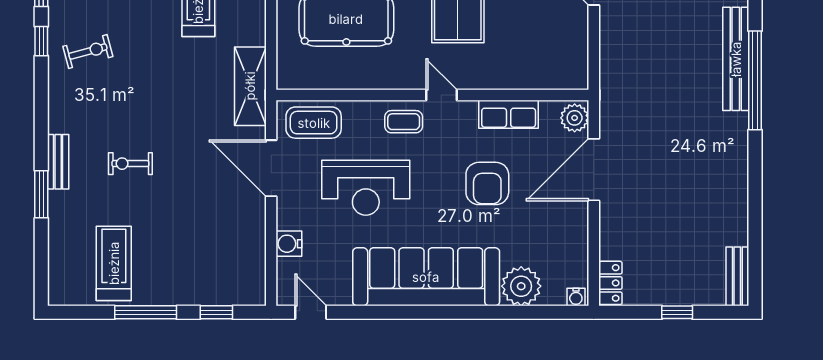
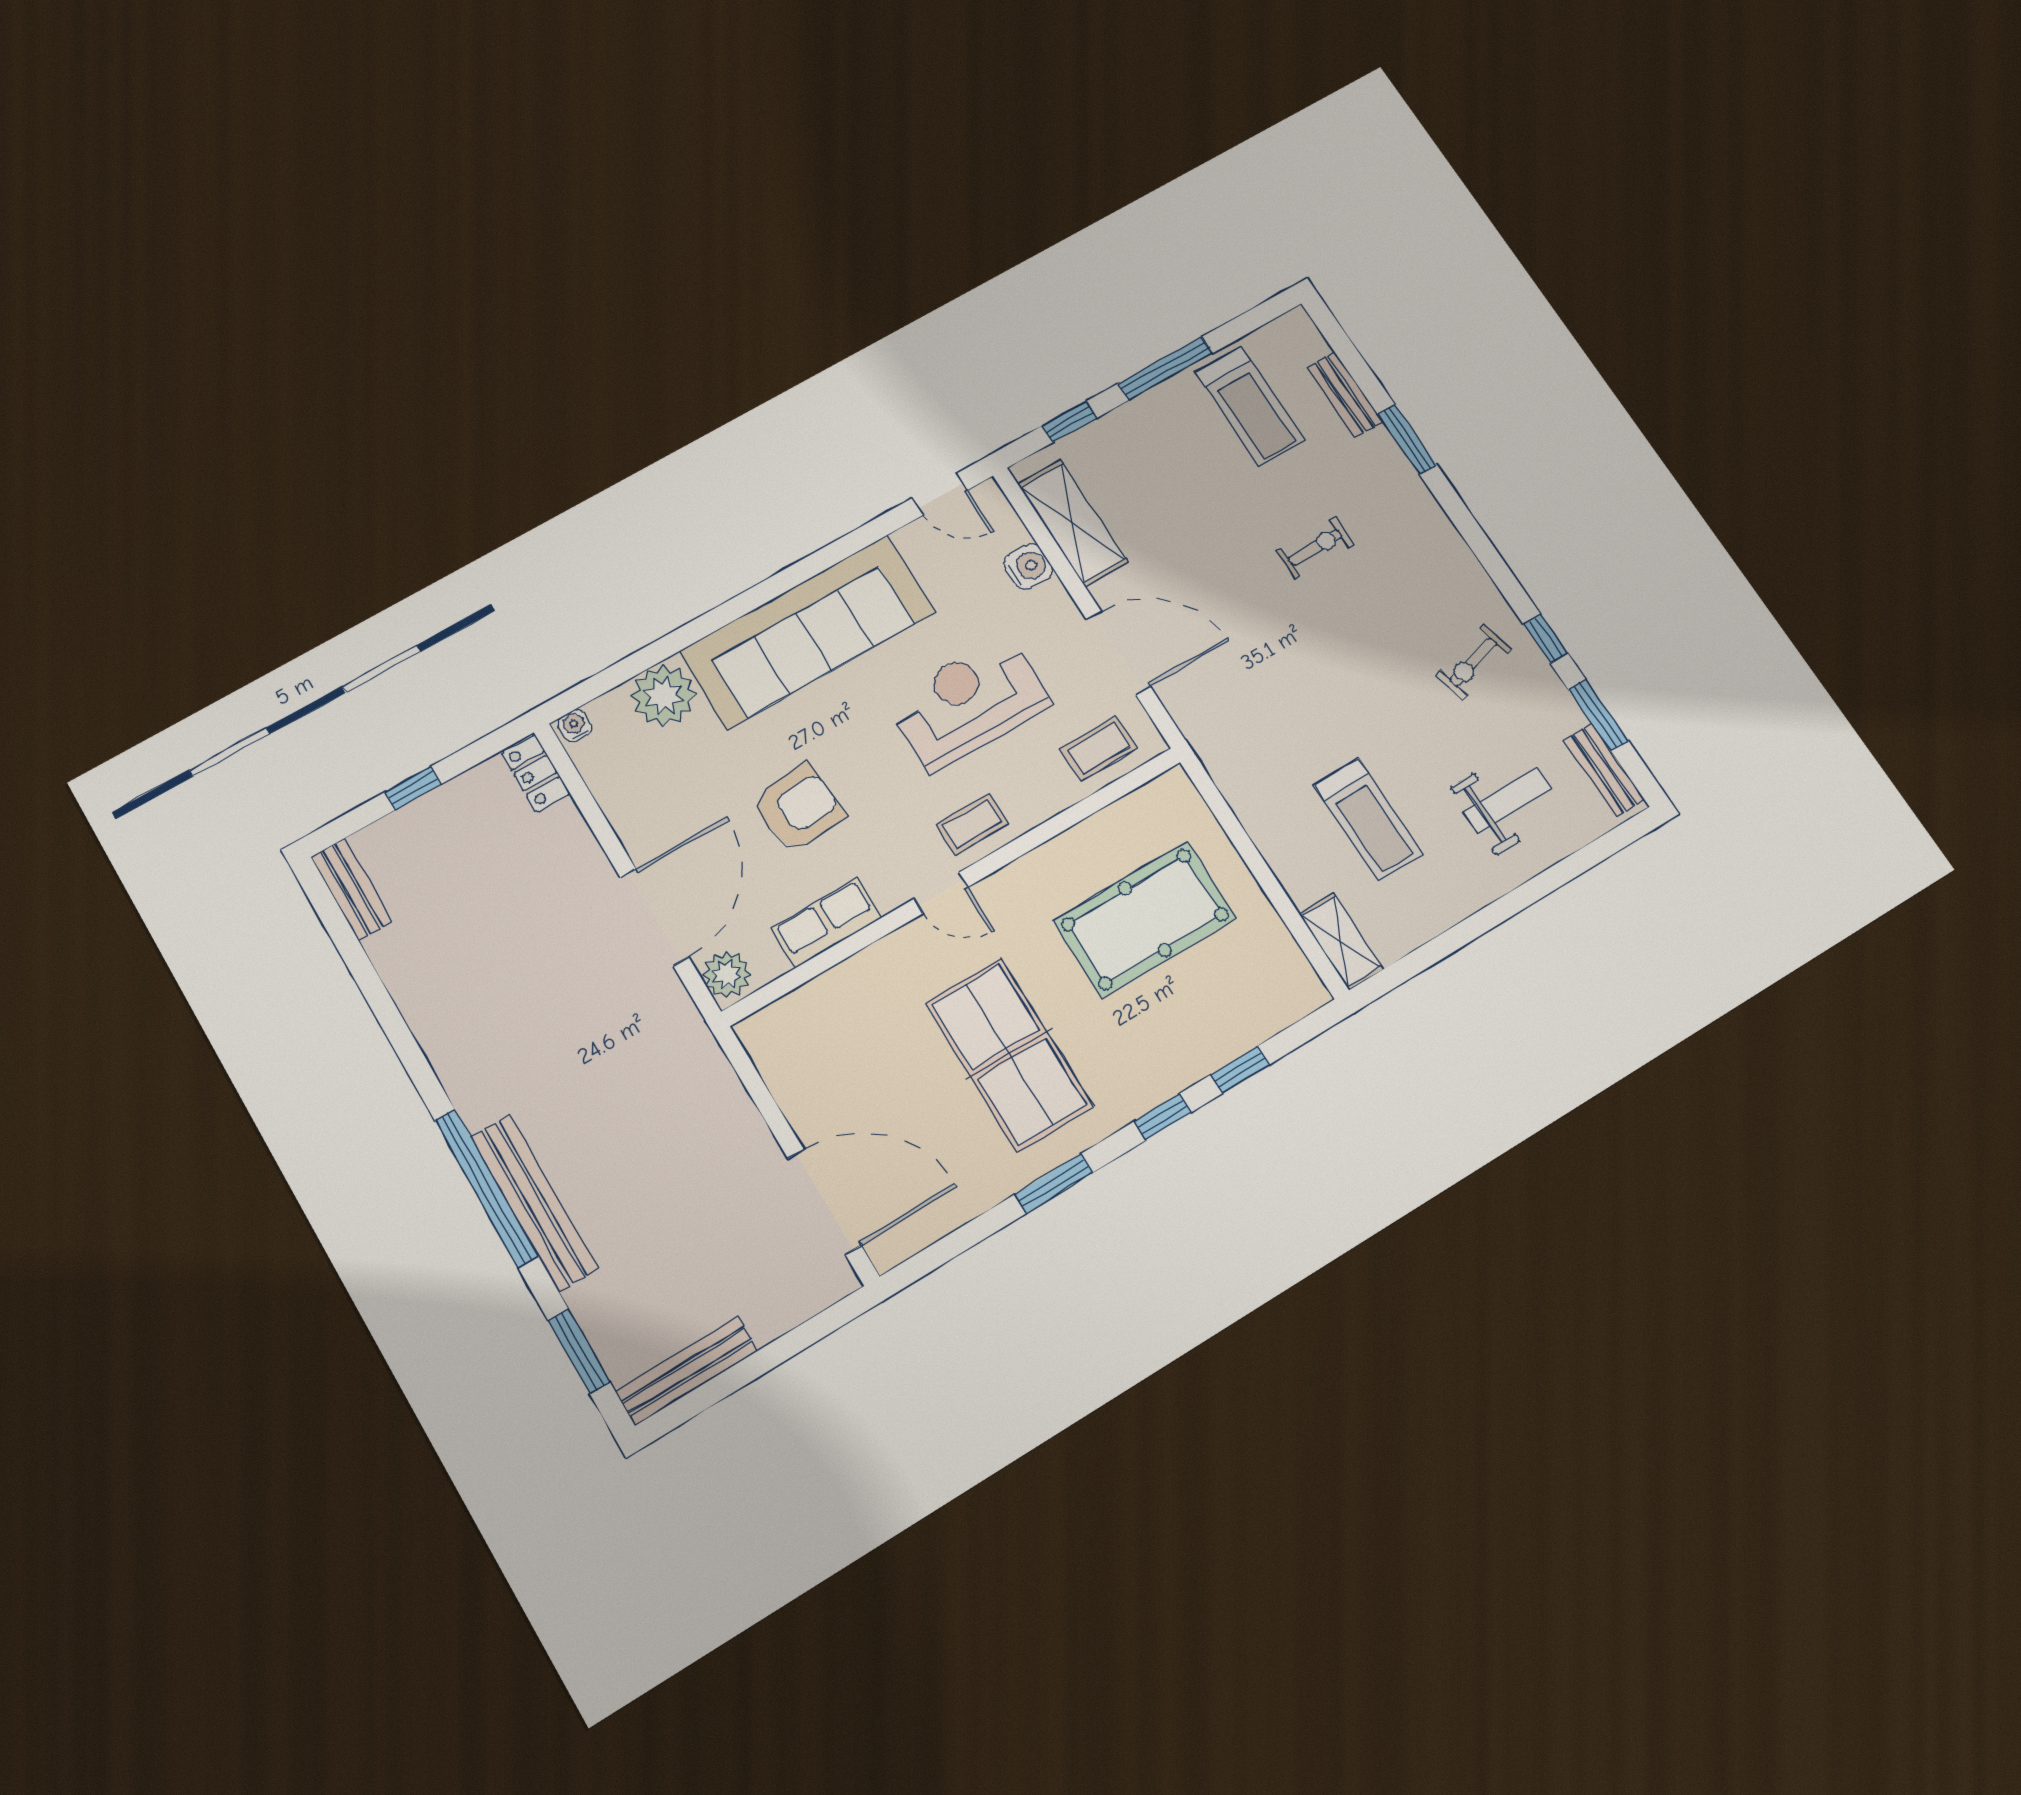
shelving: (250, 86) -> (1073, 523), moved
coffee table: (314, 123) -> (1099, 749), width x0.73, depth x0.77
bench: (58, 162) -> (1345, 395), moved
armchair: (487, 183) -> (799, 808), turned 86

